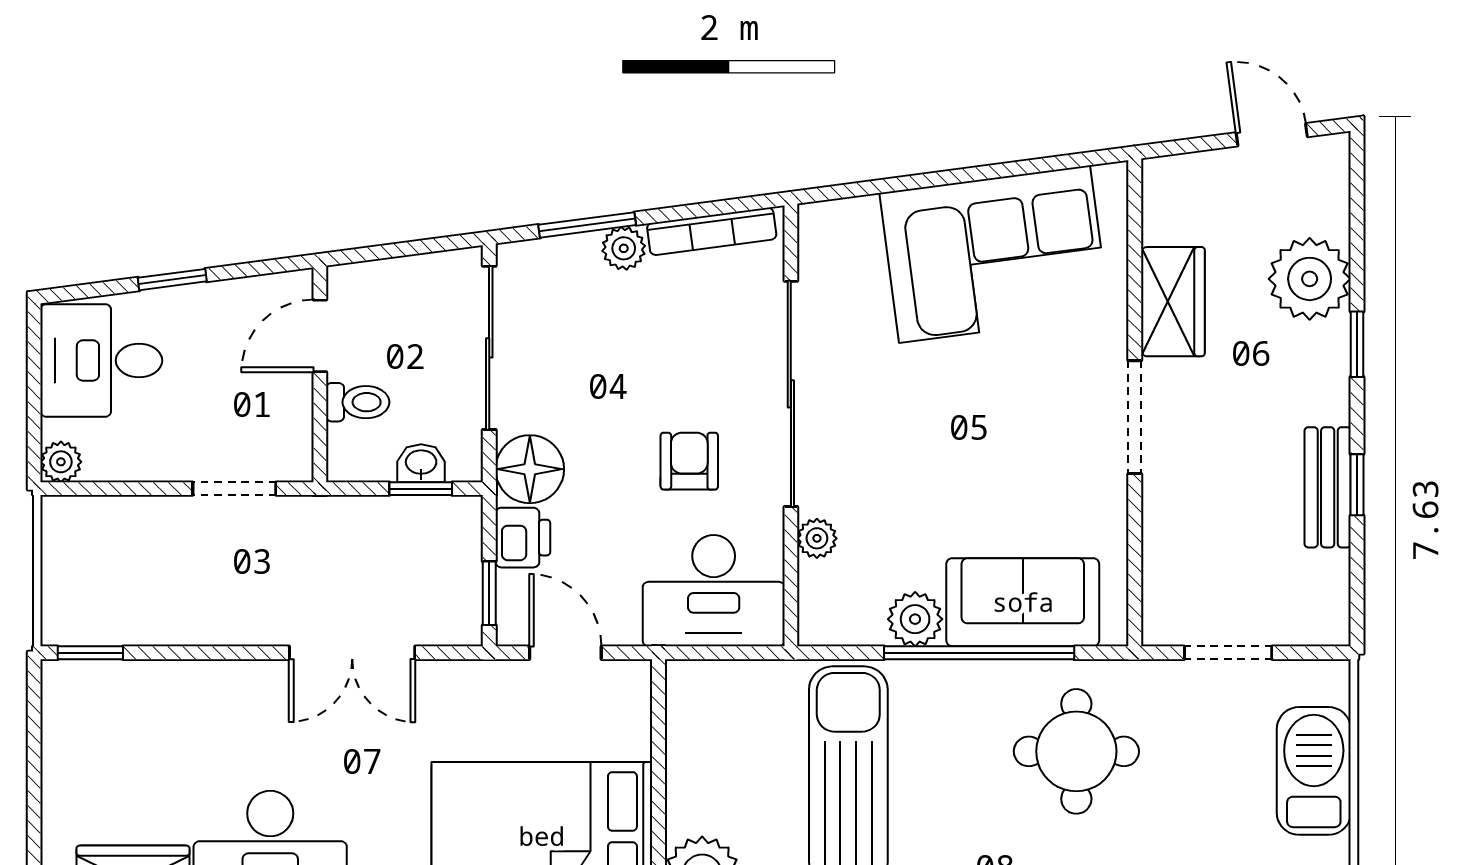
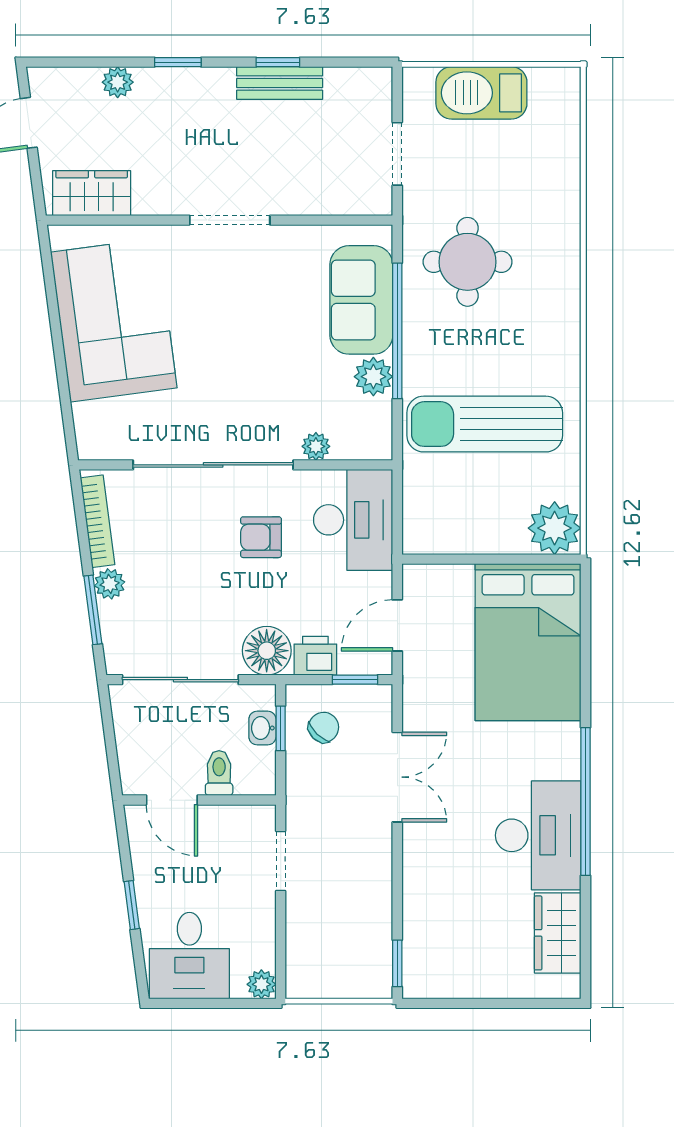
plant: (1310, 279) -> (118, 82), width x0.53, depth x0.53
wardrobe: (1173, 302) -> (92, 193), moved
chair: (422, 549) -> (324, 727), added

